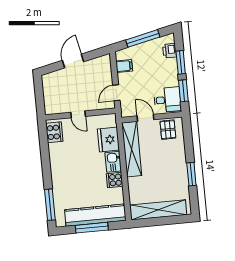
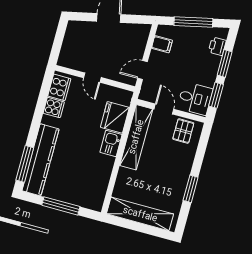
cooker: (115, 180) -> (54, 108), moved, turned 180
kitchen counter: (95, 215) -> (40, 160), moved, turned 90

